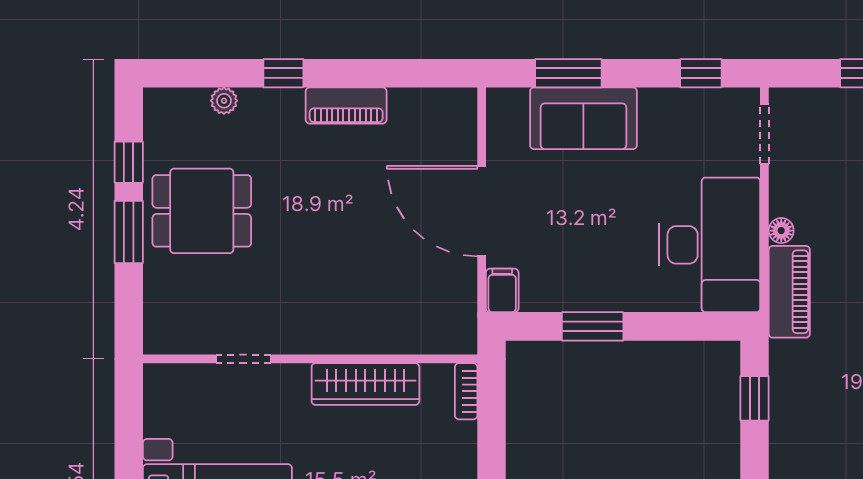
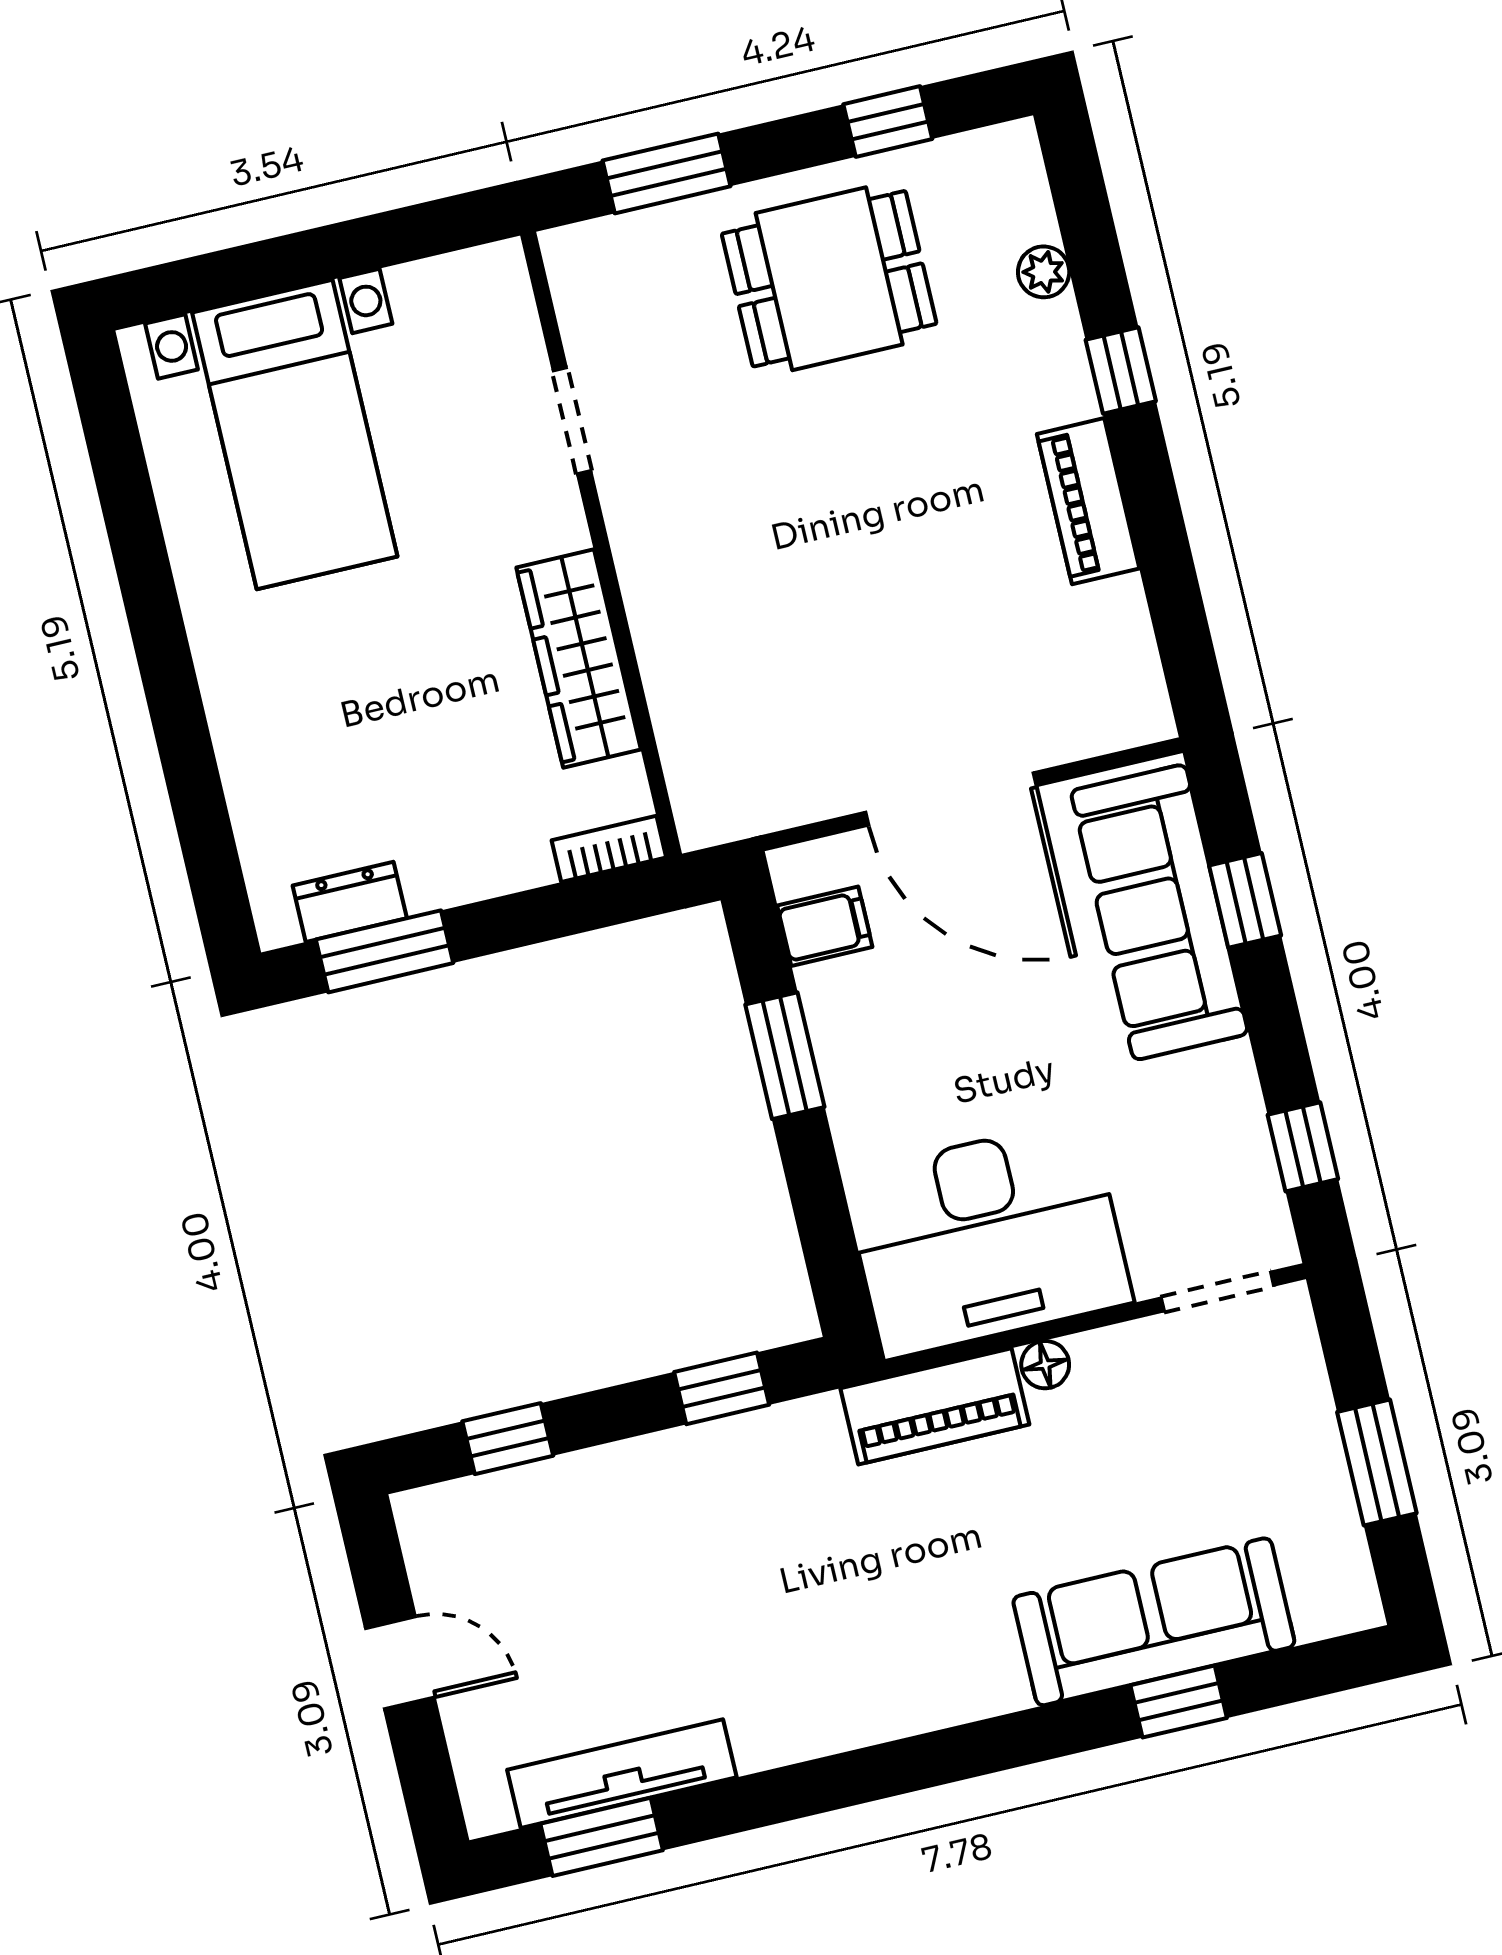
window: (568, 73) -> (1245, 900), width x0.67
sofa: (583, 118) -> (1159, 912), width x1.36
dining table: (202, 211) -> (829, 279), turned 90
door: (482, 211) -> (951, 799), swing flipped
window: (129, 232) -> (666, 173), moved
filing cabinet: (502, 290) -> (825, 926), moved

